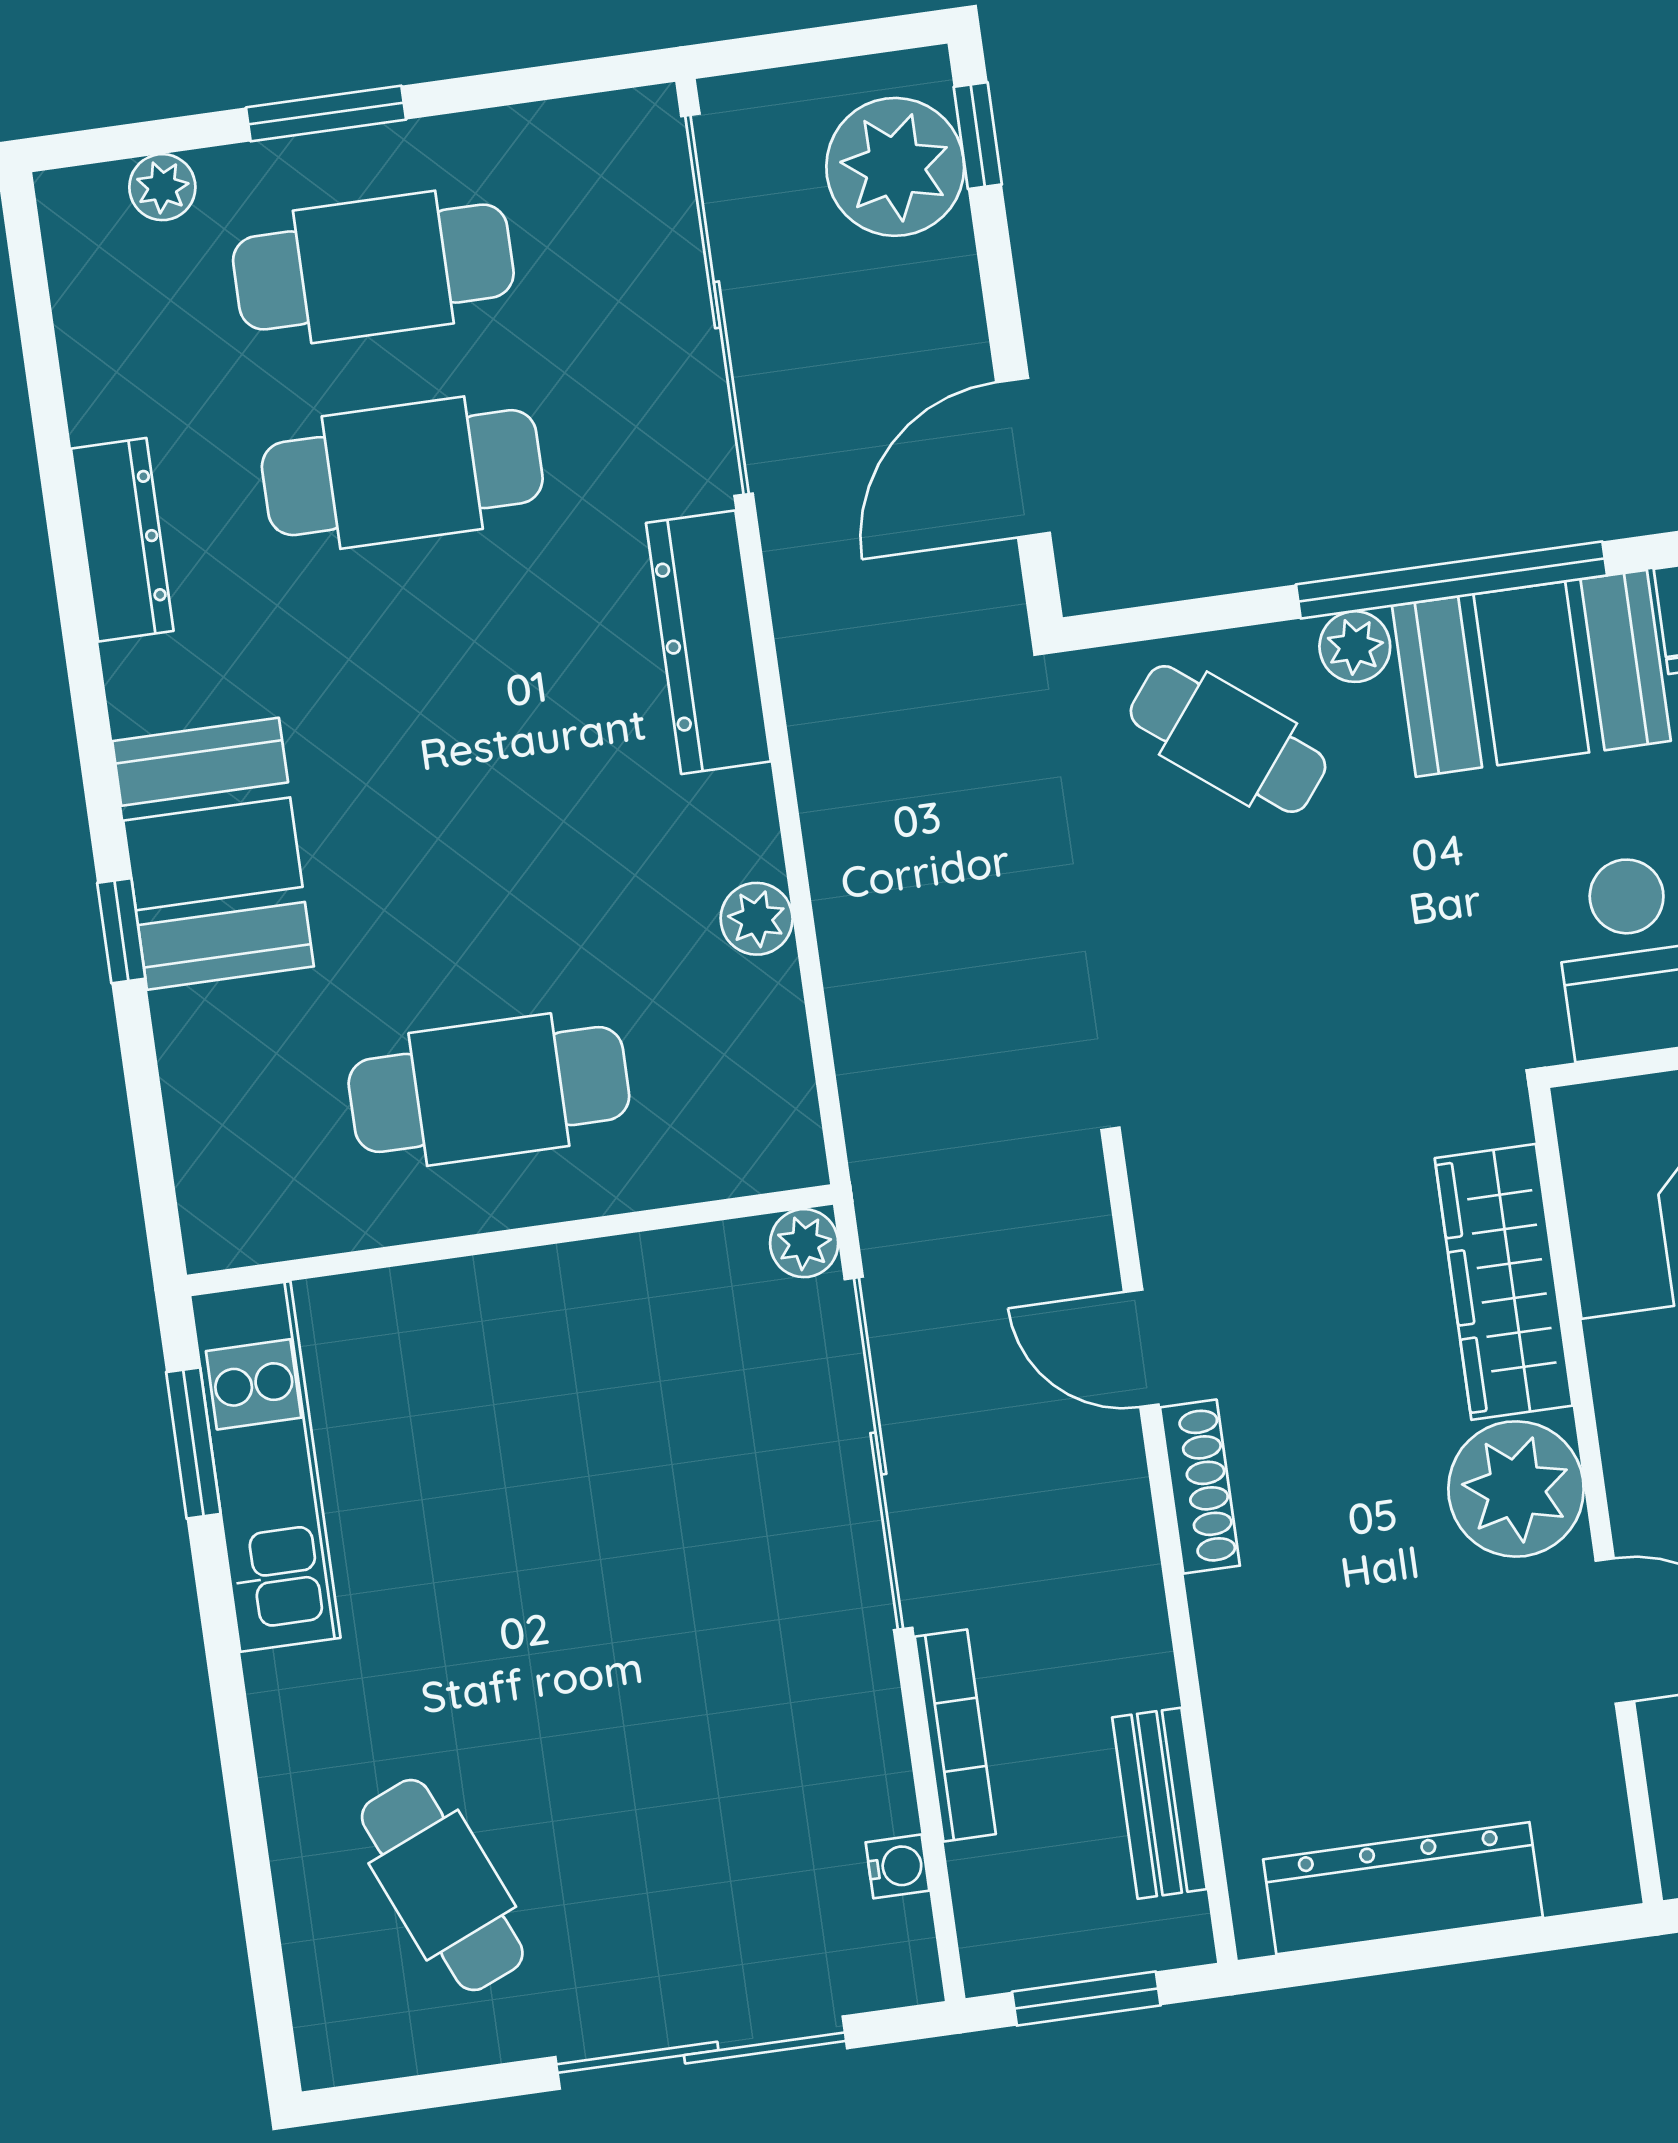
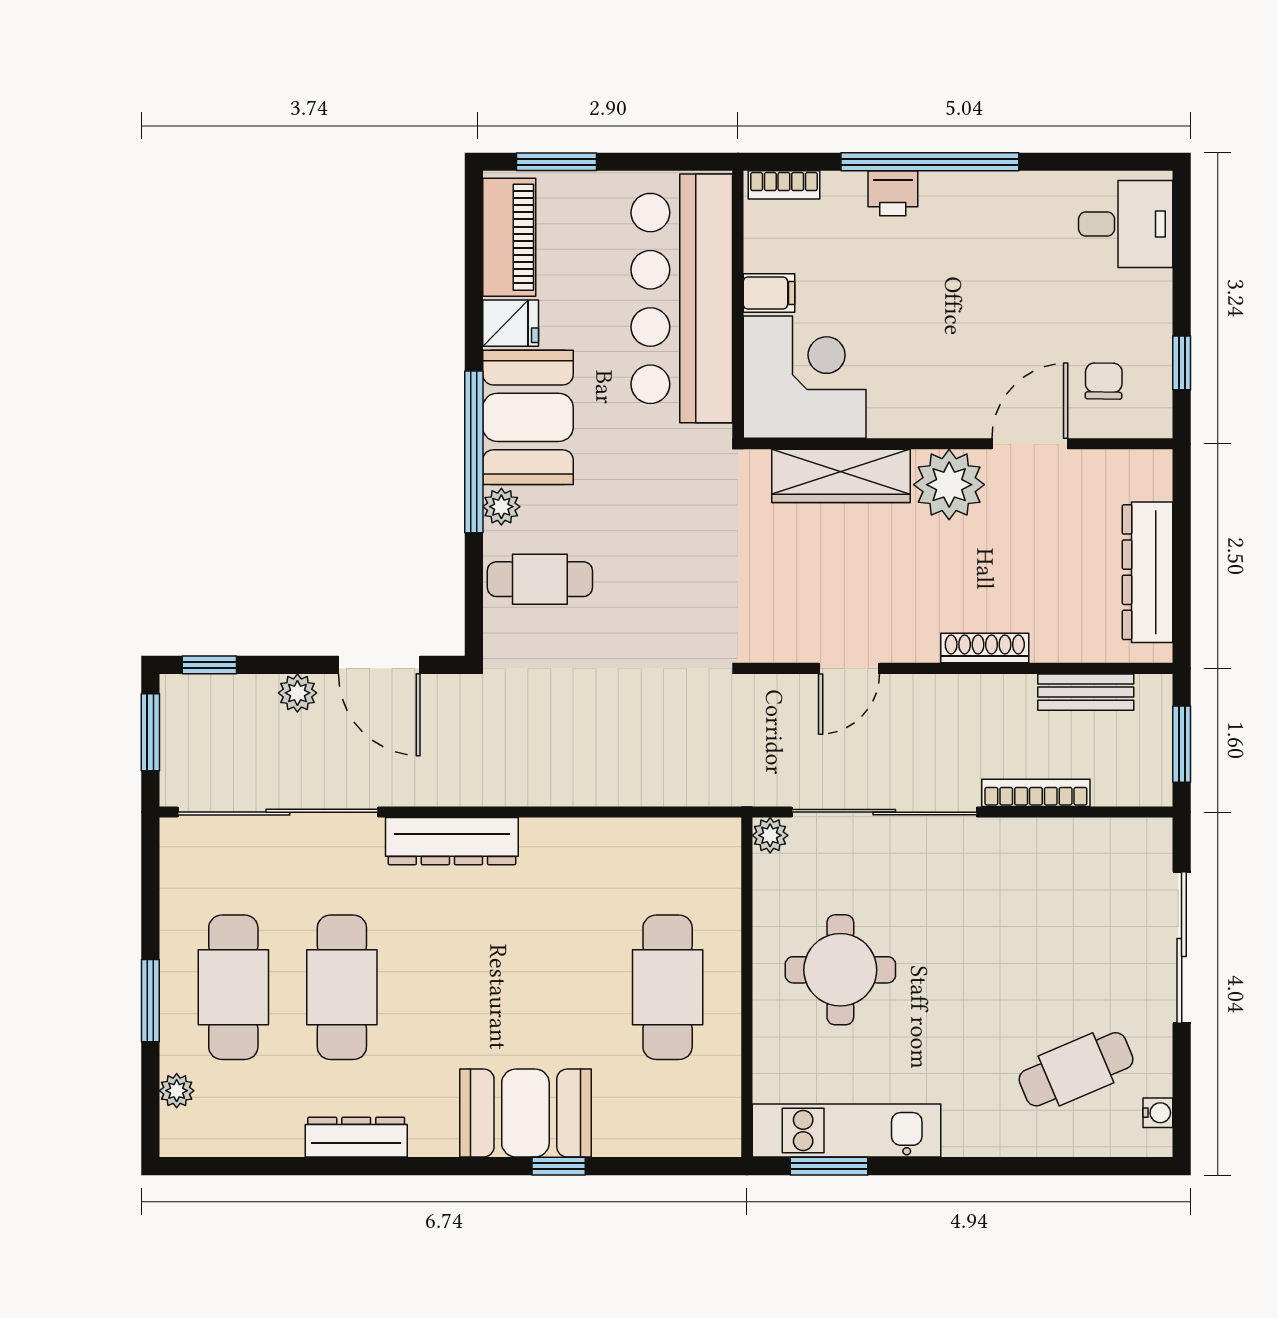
window: (834, 42) -> (150, 732), added
plant: (895, 167) -> (297, 693), moved, width x0.53, depth x0.53
cafe table: (1228, 739) -> (540, 579), turned 52
plant: (757, 919) -> (599, 836), removed
round table: (568, 1412) -> (840, 970), added
shoe rack: (1200, 1487) -> (985, 648), moved
water cooler: (897, 1866) -> (1158, 1113), moved, turned 90

